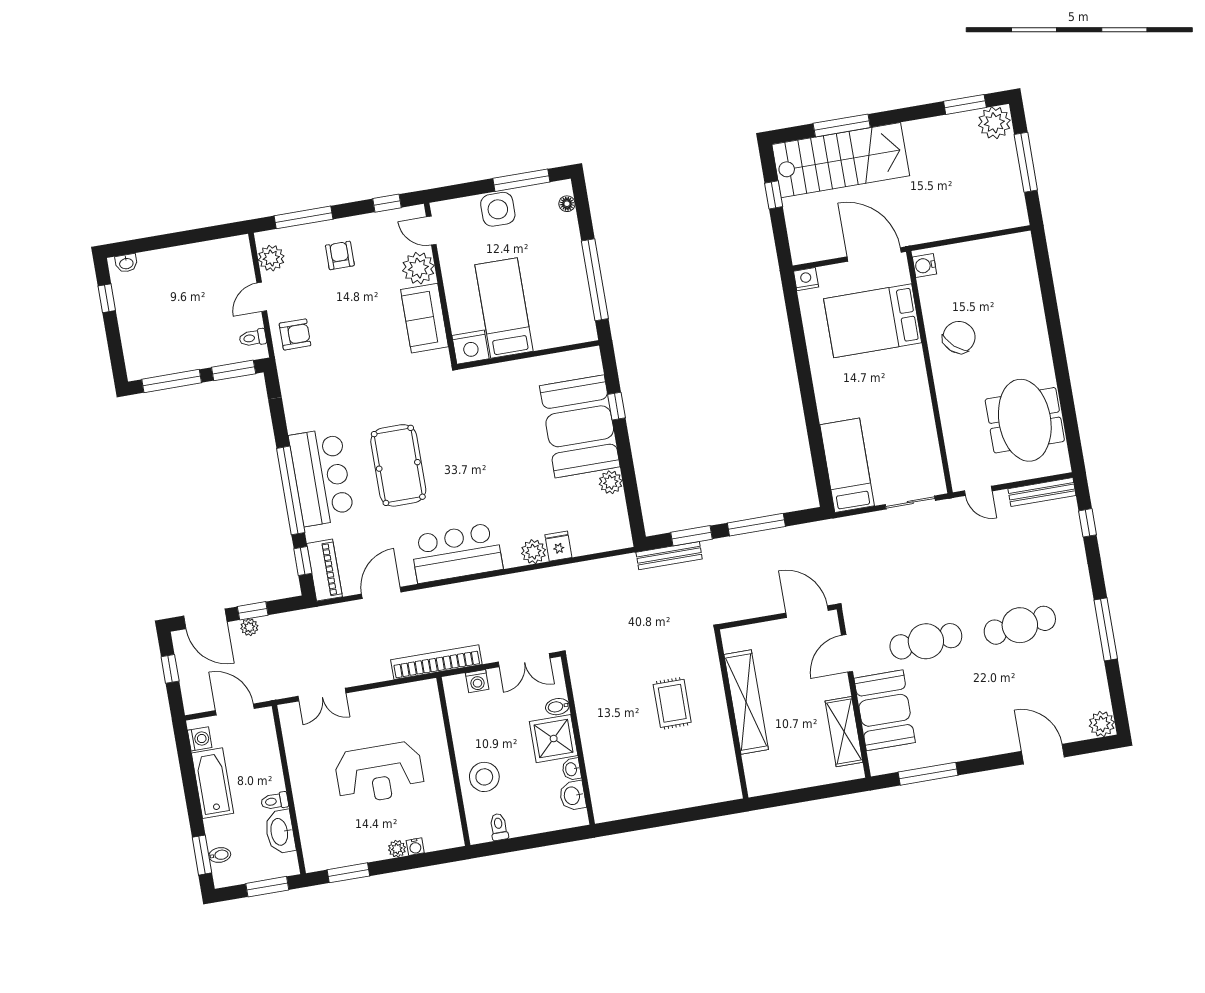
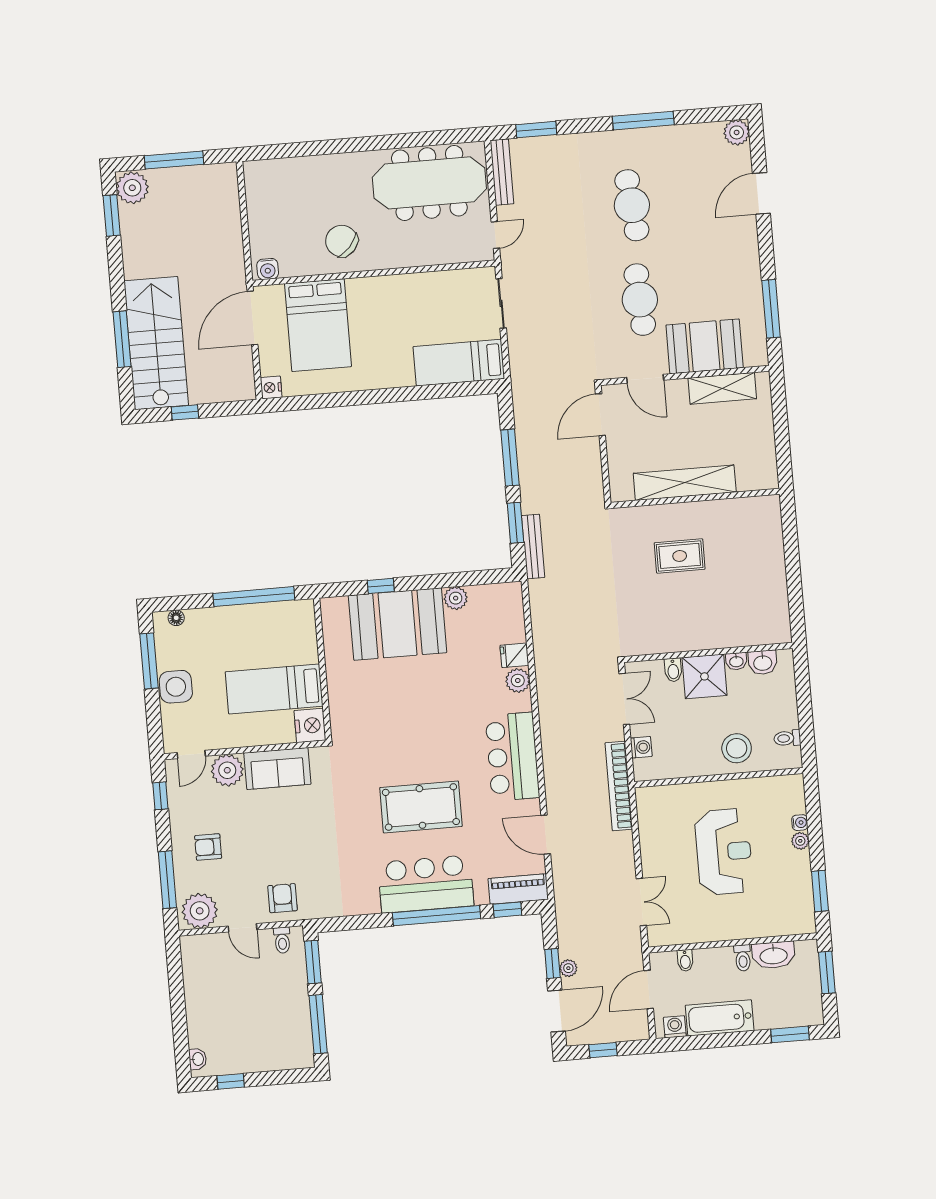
plant: (271, 258) -> (200, 911), width x1.36, depth x1.36
meeting table: (1025, 420) -> (429, 183), width x1.36
window: (1087, 523) -> (536, 130), width x1.50
bidet: (220, 855) -> (685, 960), moved, turned 180

